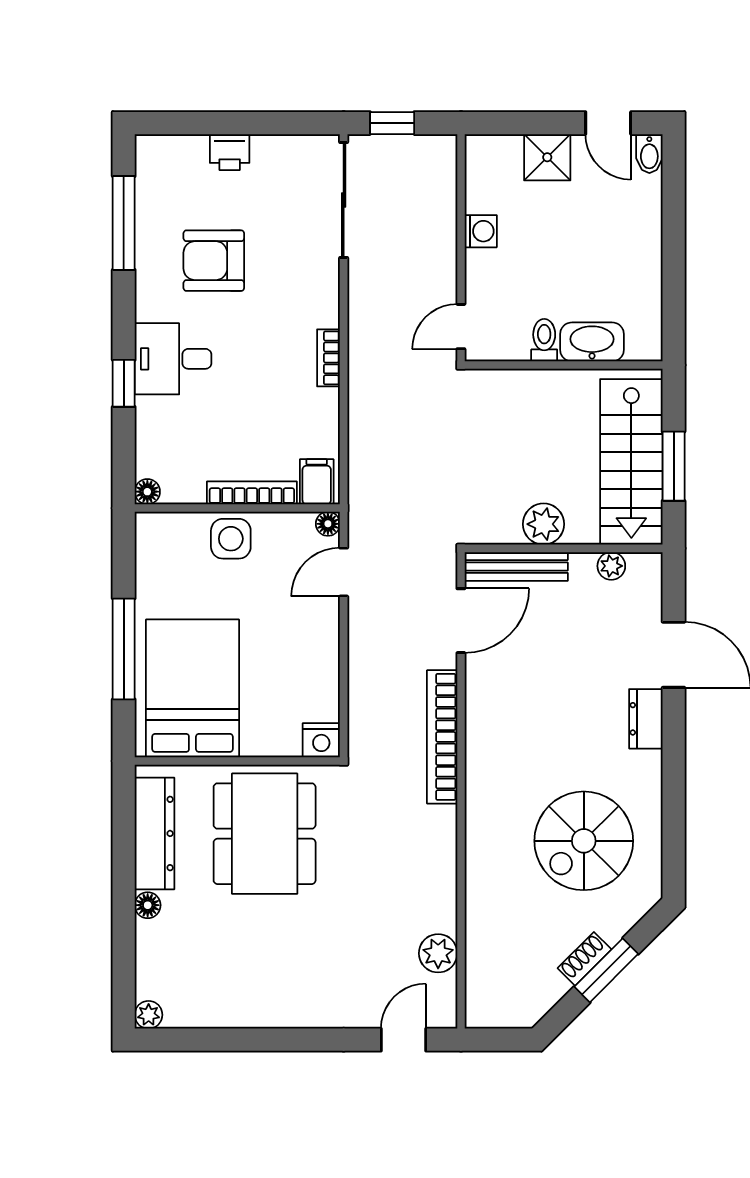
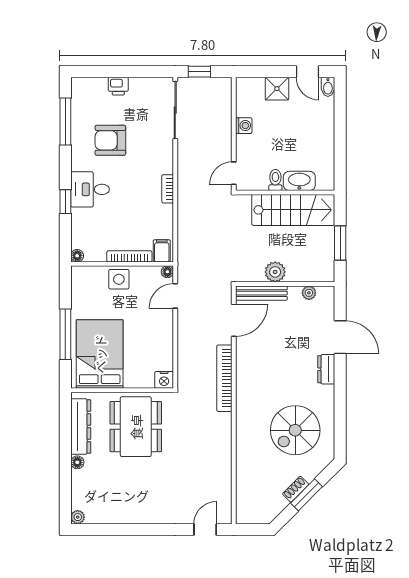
stairs: (631, 462) -> (293, 210), moved, turned -90
plant: (438, 953) -> (222, 486), removed

